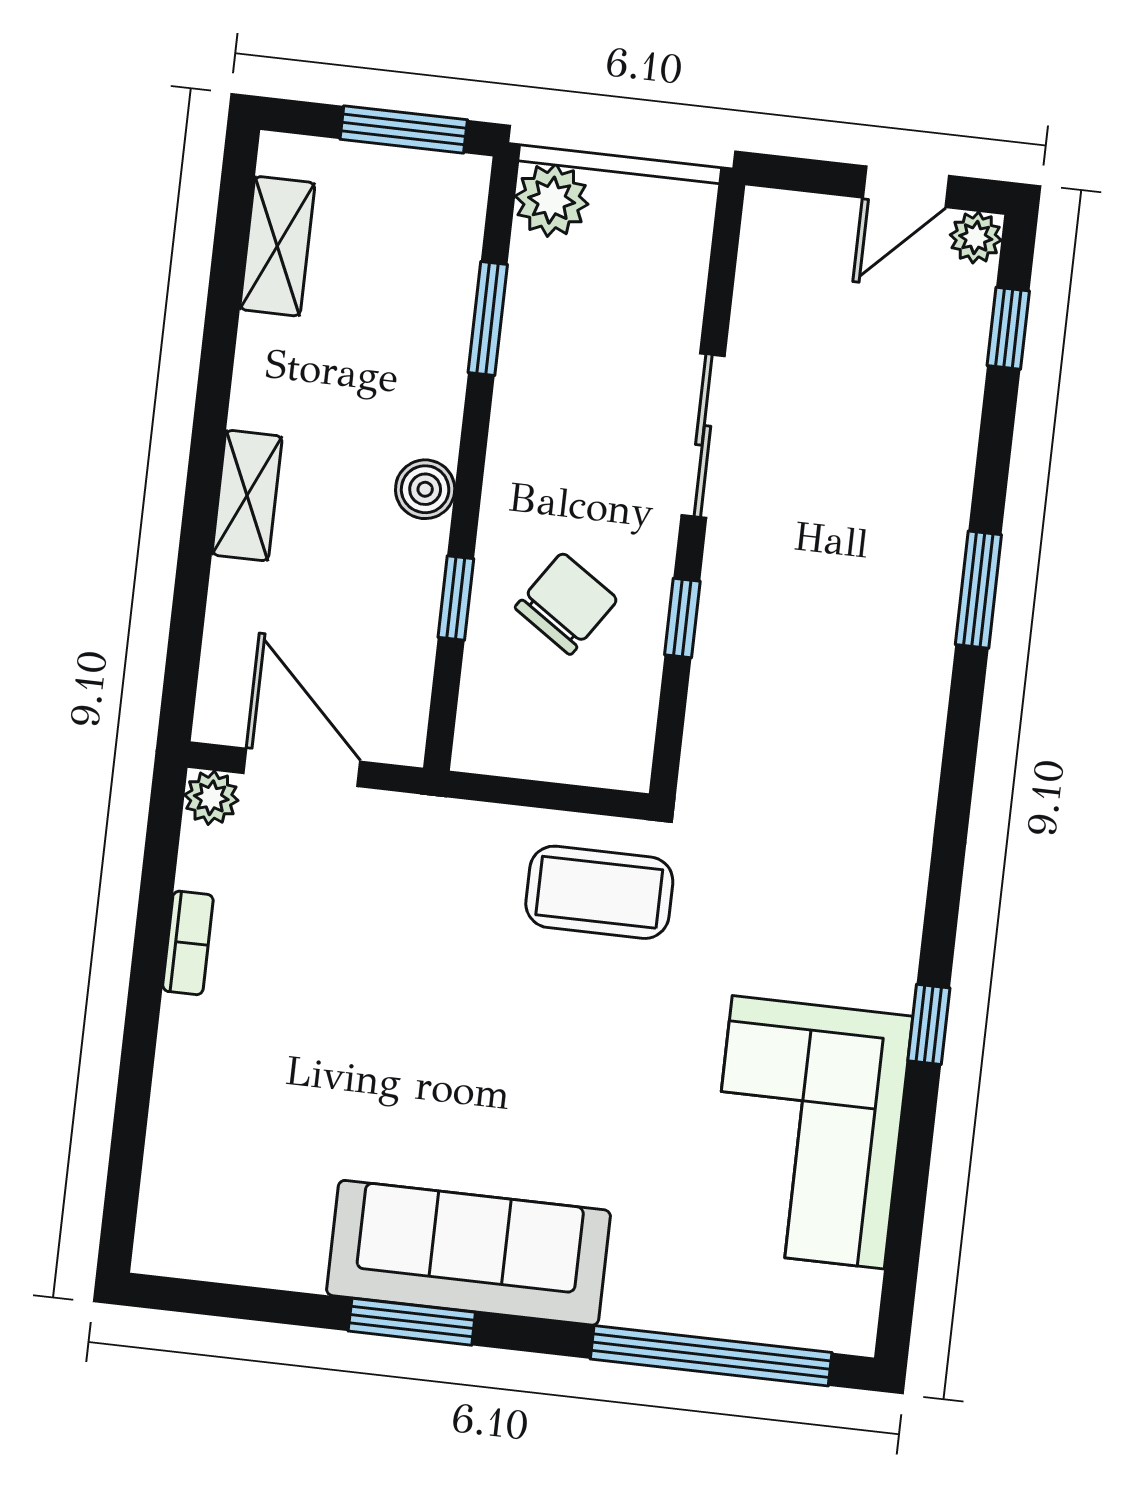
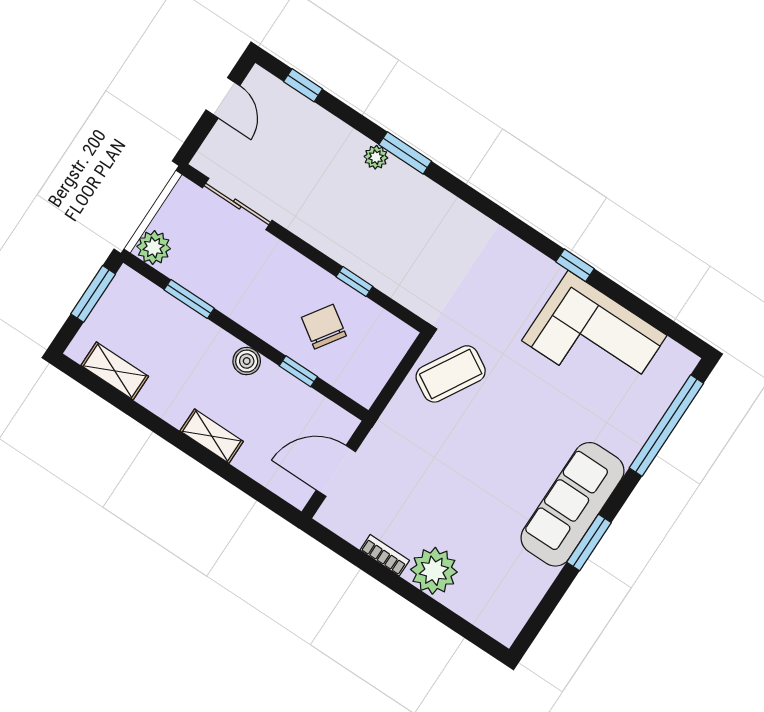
plant: (976, 238) -> (376, 157), moved
sliding door: (703, 435) -> (237, 204), moved
plant: (211, 798) -> (434, 571), moved, width x1.88, depth x1.88
coffee table: (599, 892) -> (451, 374), turned 30

